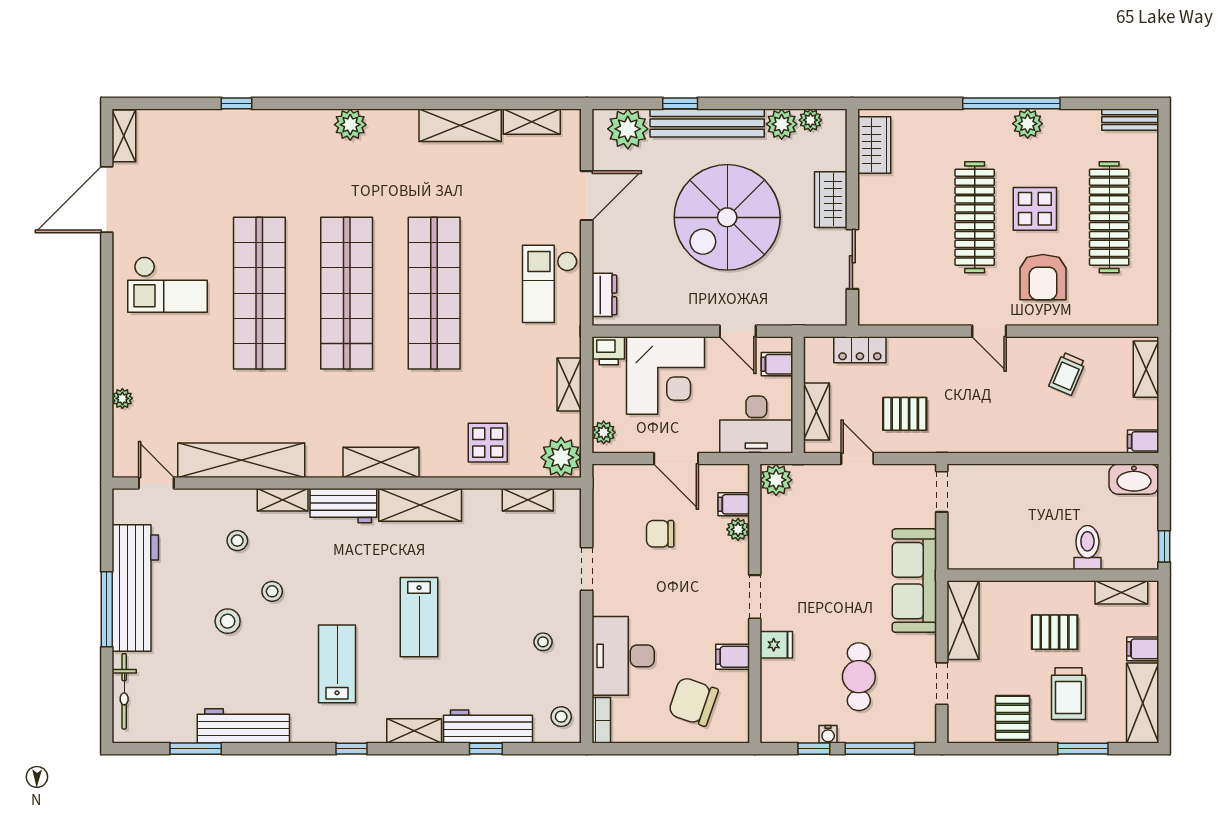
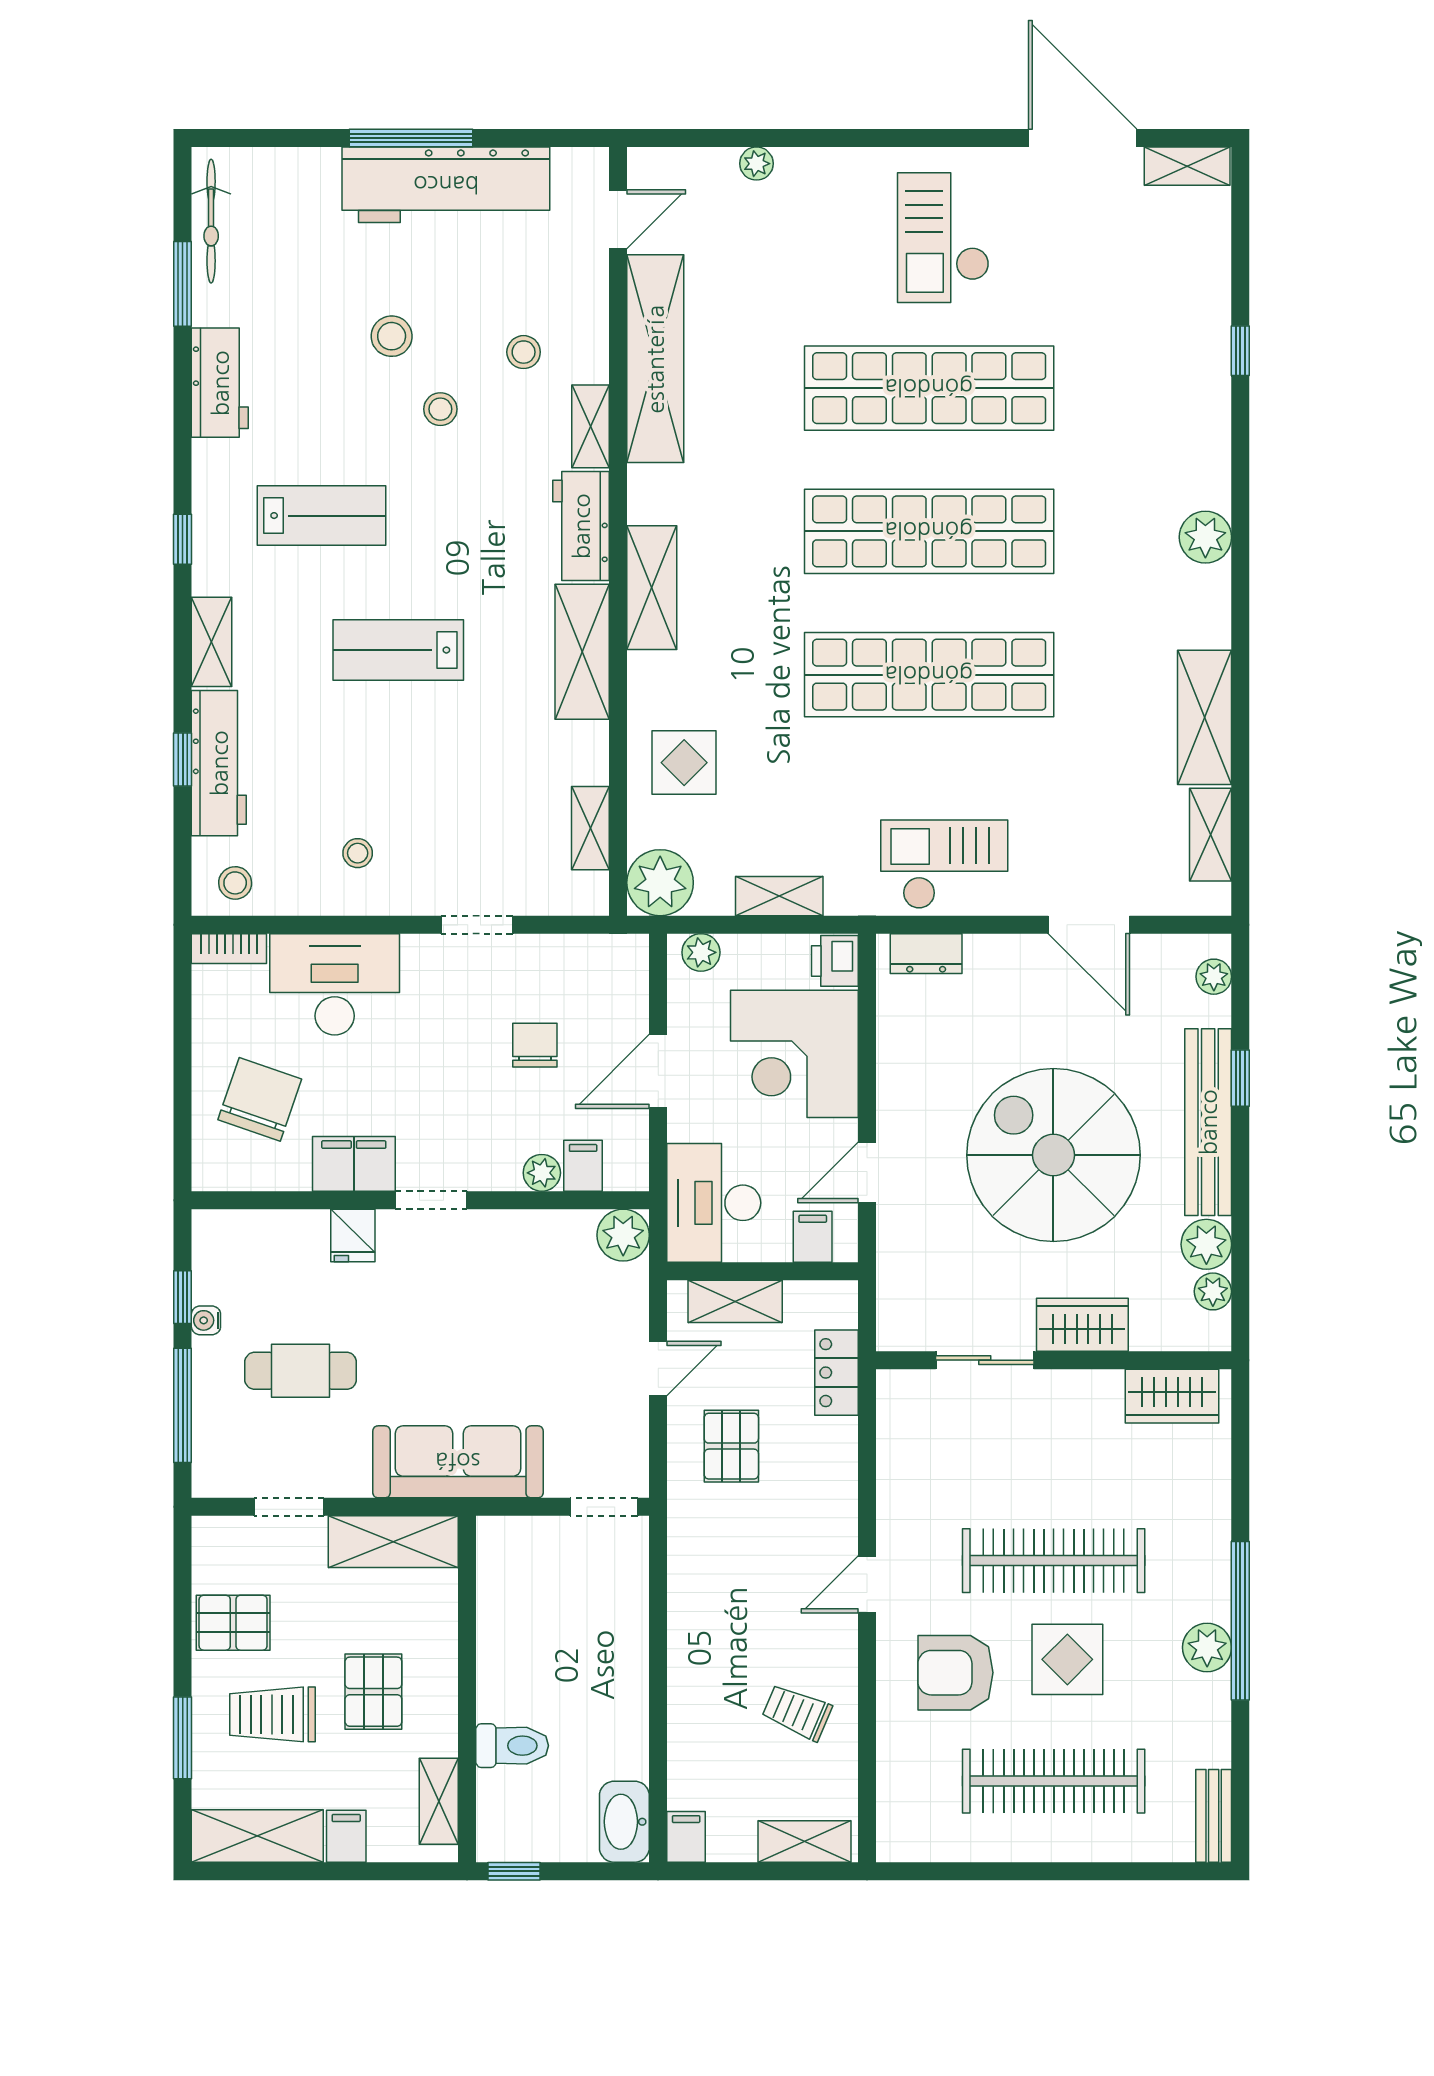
plant: (628, 129) -> (1214, 977), width x0.53, depth x0.53
filing cabinet: (733, 657) -> (354, 1164), width x2.00
bicycle: (124, 691) -> (211, 221), moved, turned -90
workbench: (243, 726) -> (220, 383), width x0.73

